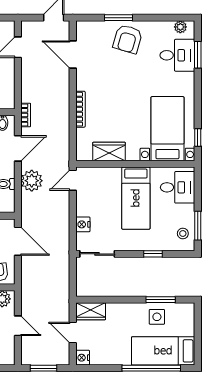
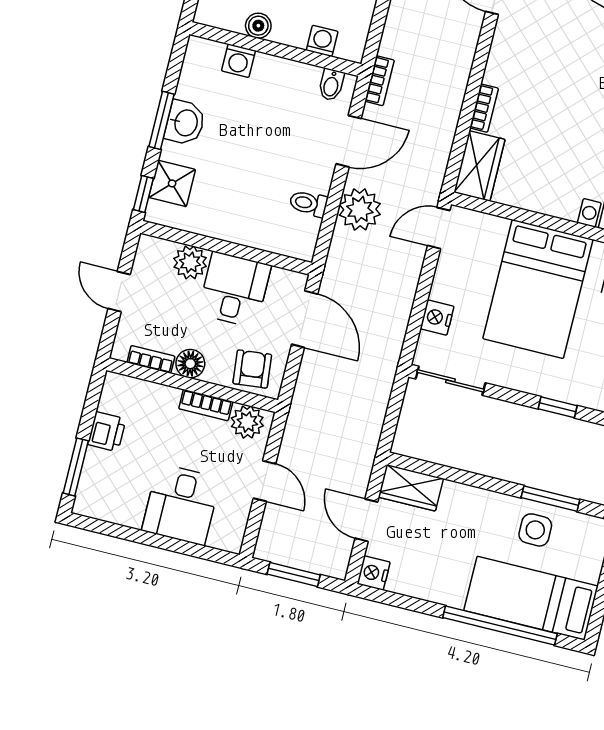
bookcase: (80, 109) -> (484, 108), width x0.64
wardrobe: (109, 151) -> (479, 166), moved, turned 90
bed: (136, 198) -> (538, 289), width x1.50

